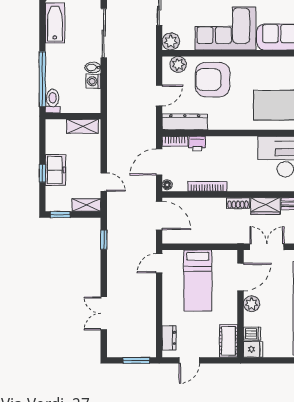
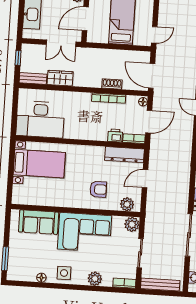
armchair: (213, 80) -> (98, 189), width x0.53, depth x0.53
shoe rack: (238, 203) -> (112, 84), moved

